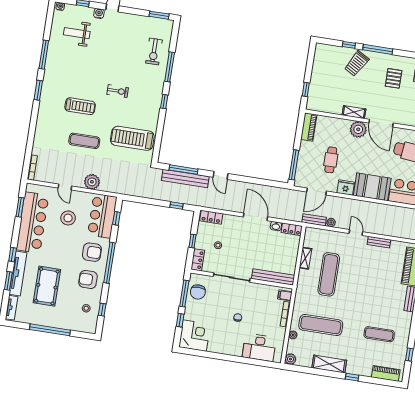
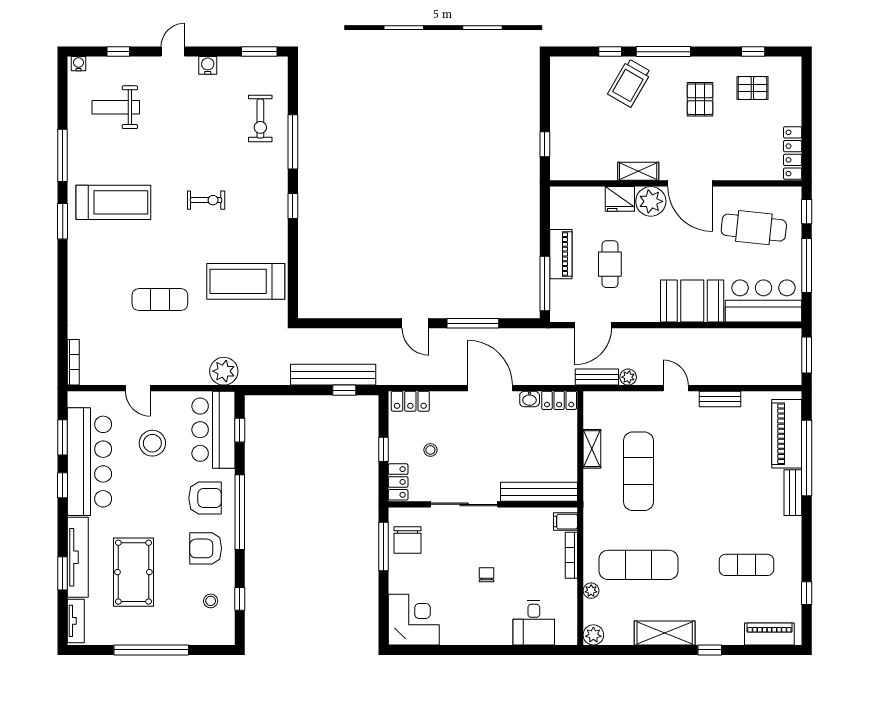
water cooler: (99, 13) -> (208, 65), moved
treadmill: (80, 106) -> (113, 202), moved, width x1.37, depth x1.38
piano: (309, 127) -> (561, 254), moved
window: (184, 170) -> (473, 323), moved
bench: (185, 178) -> (333, 375), moved
plant: (92, 182) -> (224, 371), moved
fridge: (346, 188) -> (620, 199), moved, turned 180
window: (13, 255) -> (63, 485), moved
window: (180, 320) -> (383, 596), removed
desk: (259, 347) -> (534, 623), width x0.73

